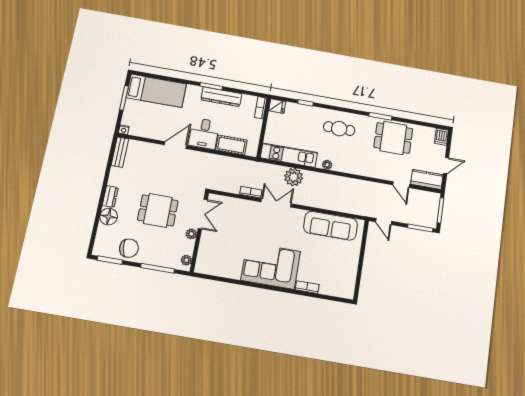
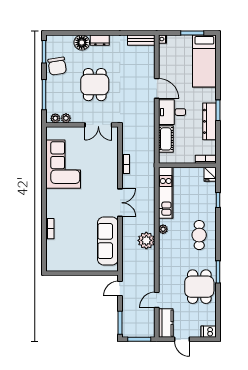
plant: (294, 177) -> (146, 240), moved
double door: (276, 203) -> (120, 203), moved
plant: (191, 234) -> (66, 118), moved
corner sofa: (271, 266) -> (63, 164), moved

